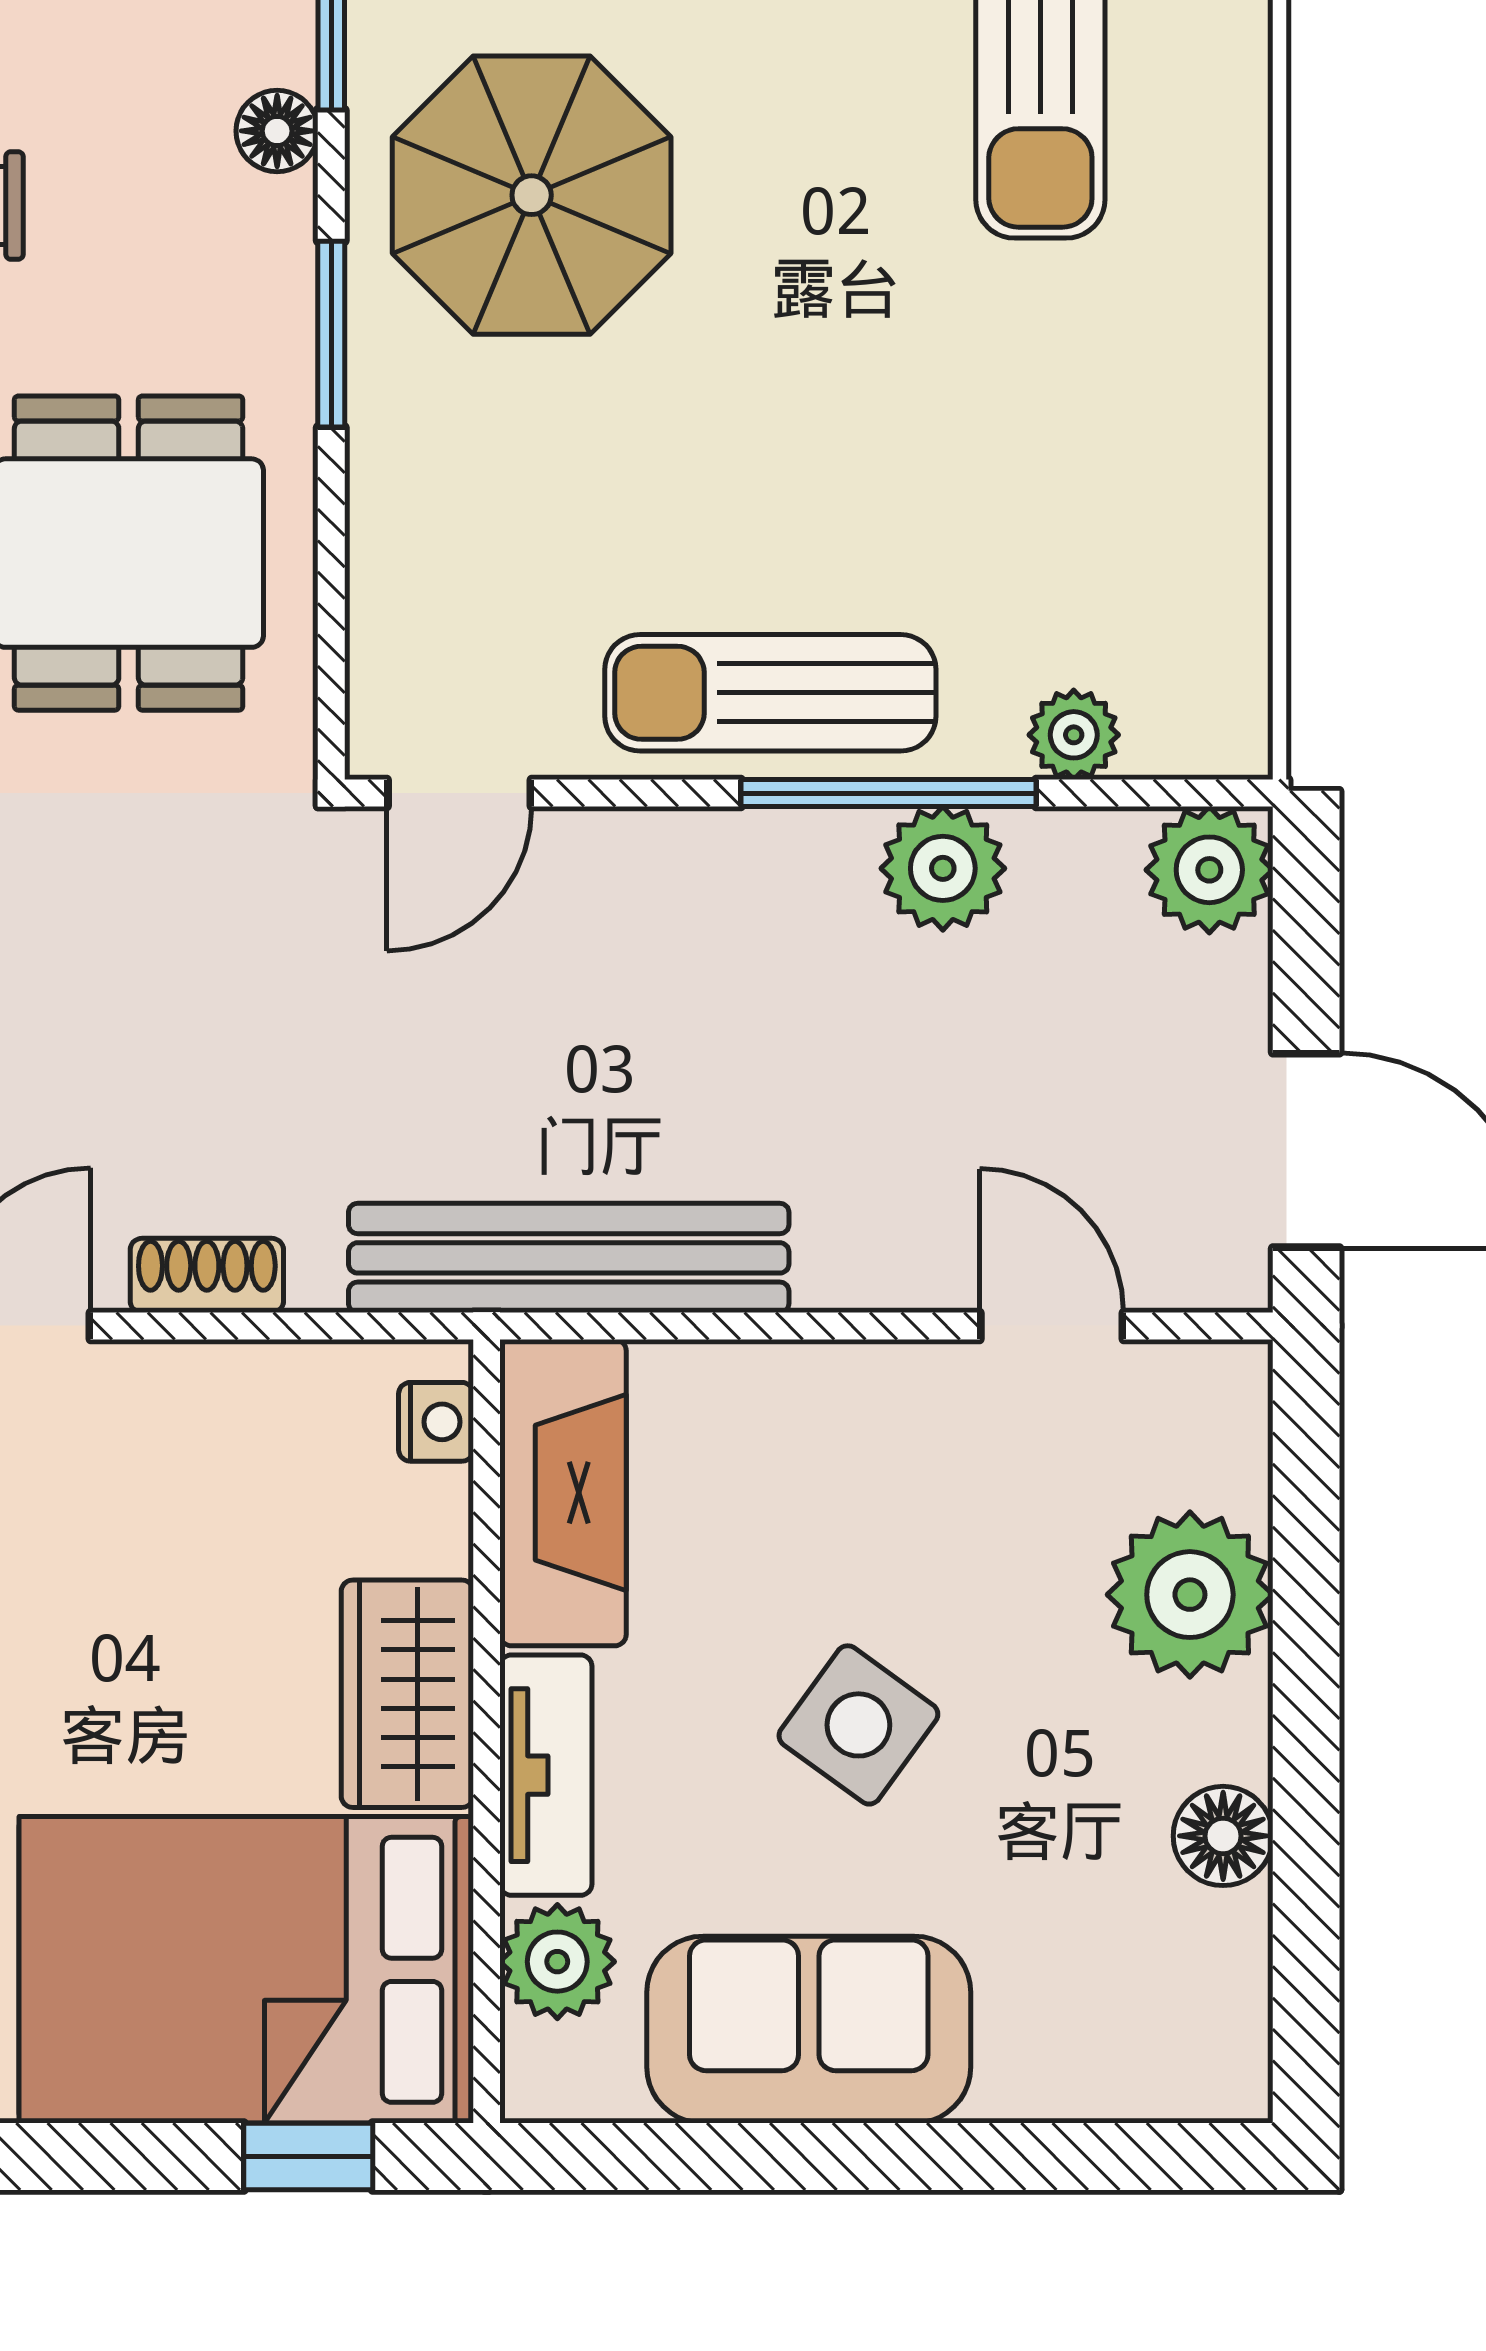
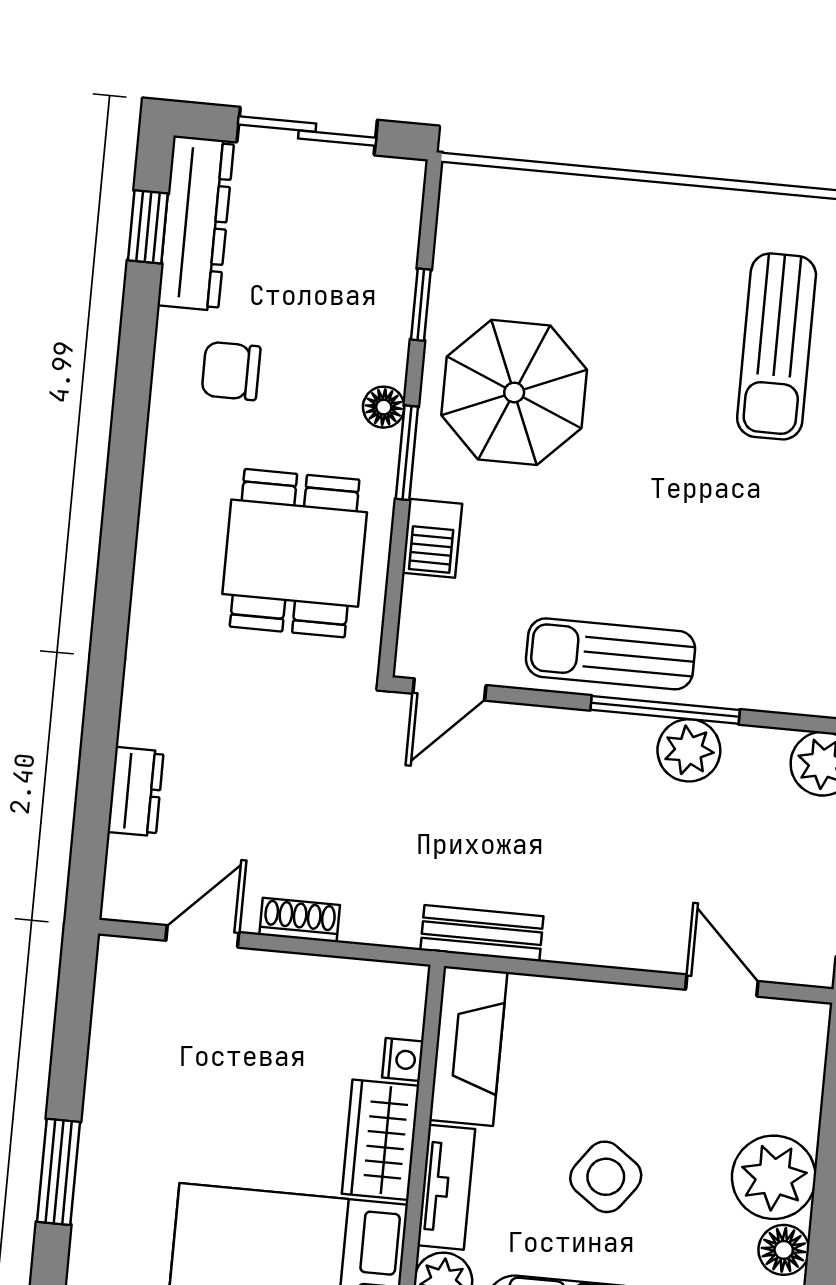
floor lamp: (277, 131) -> (384, 407), moved
barbecue: (397, 498) -> (432, 538), added
plant: (1074, 735) -> (761, 689), removed
bench: (569, 1258) -> (482, 933), width x0.54, depth x0.82
nightstand: (436, 1422) -> (403, 1060), moved
plant: (1190, 1595) -> (774, 1177), moved

